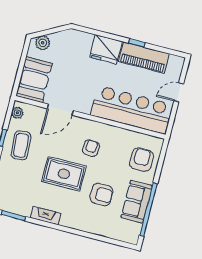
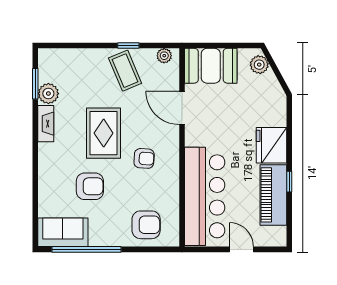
coffee table: (21, 145) -> (125, 71), turned 71
armchair: (101, 194) -> (90, 186), turned -90
sofa: (137, 202) -> (63, 232), moved
plant: (23, 208) -> (48, 94), added

